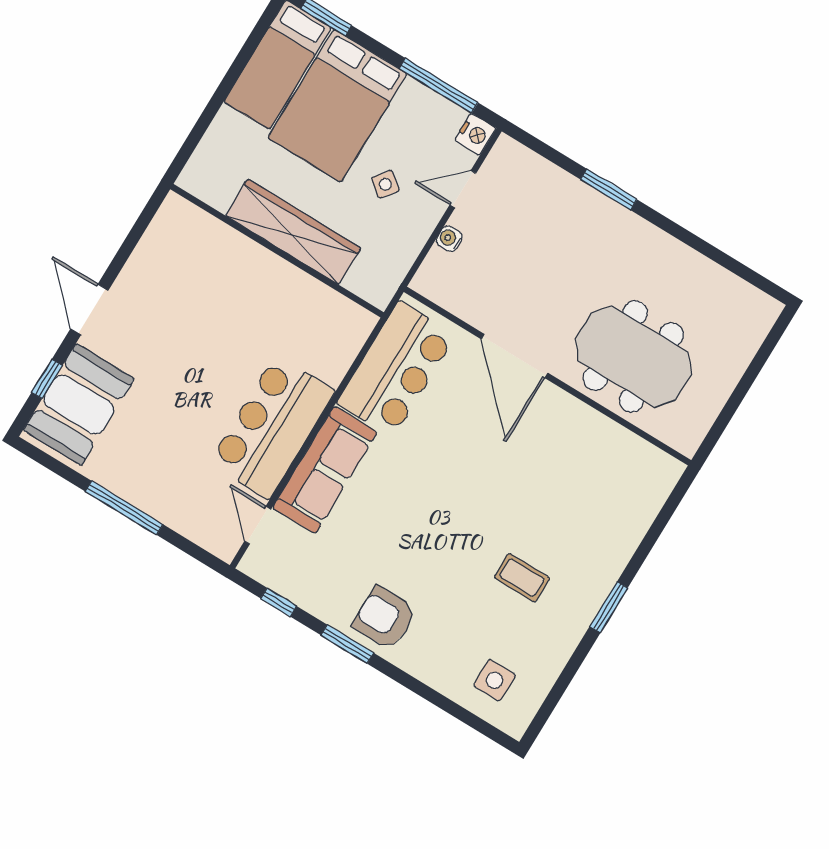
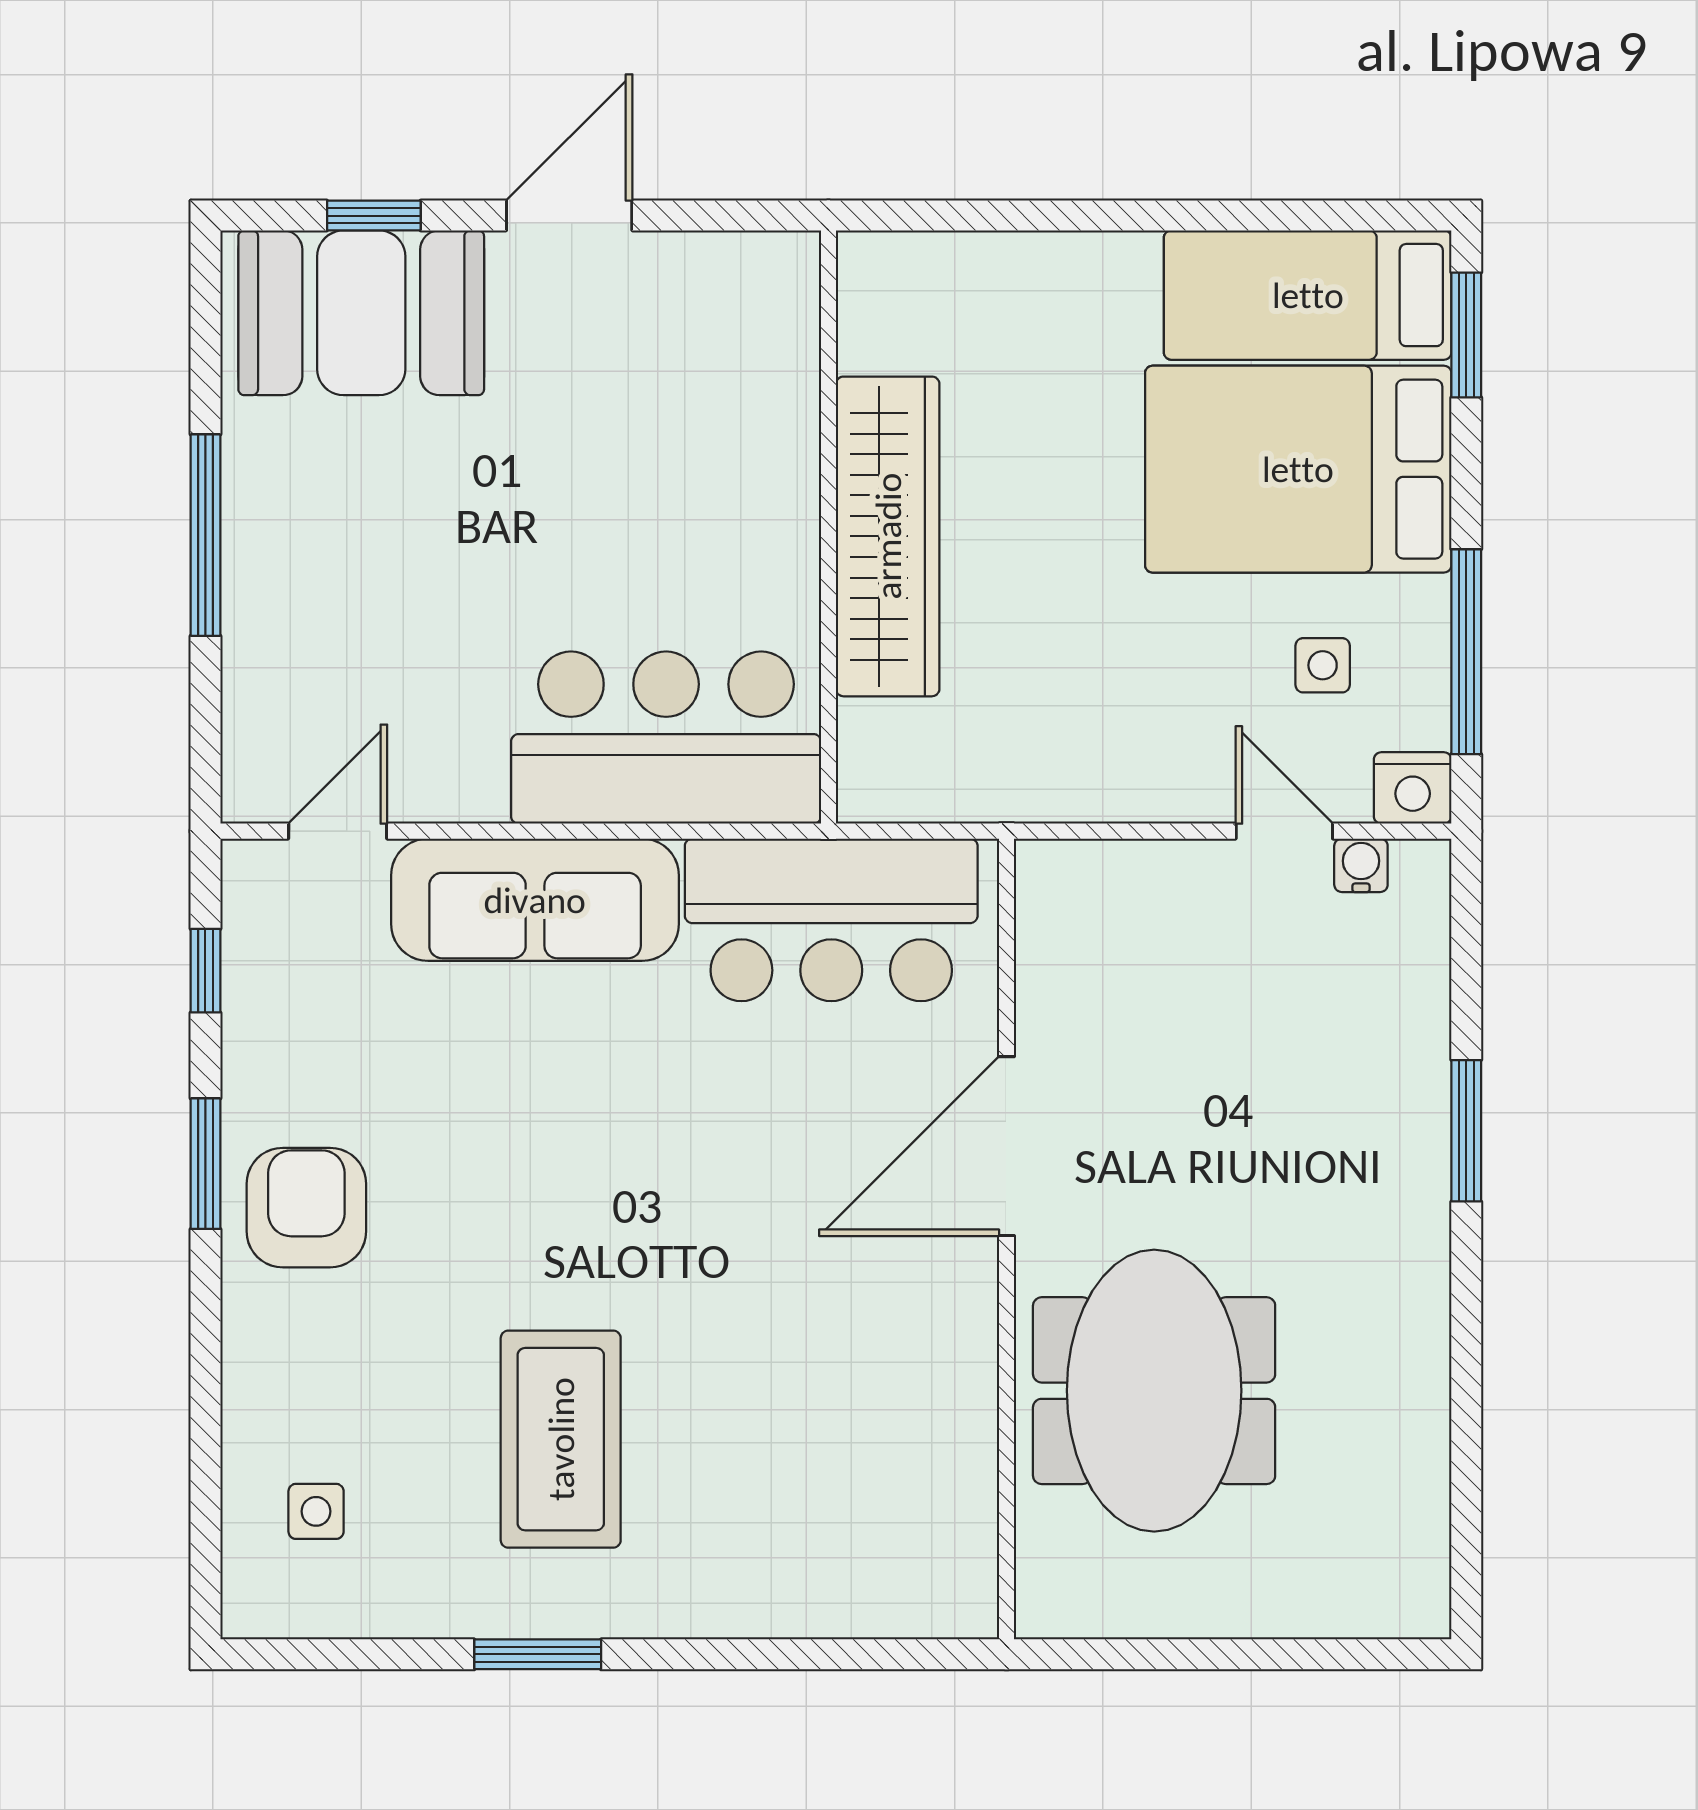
side table: (385, 184) -> (1323, 665), moved, turned -38
wardrobe: (293, 232) -> (888, 536), moved
water cooler: (449, 239) -> (1361, 865), moved
wall: (277, 251) -> (828, 527), moved
bar counter: (272, 427) -> (666, 738), moved
coffee table: (522, 578) -> (561, 1439), width x1.86, depth x1.72
window: (609, 607) -> (538, 1654), moved
side table: (495, 680) -> (316, 1511), width x0.73, depth x0.73

